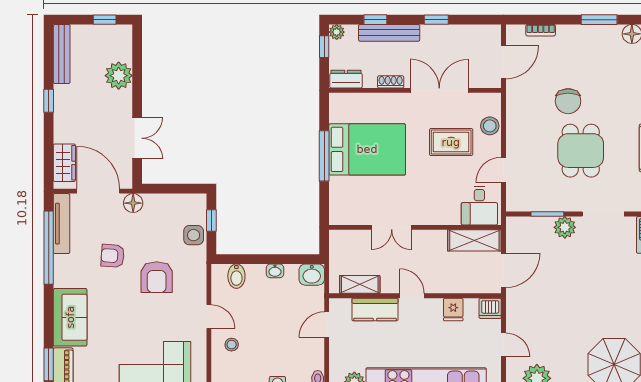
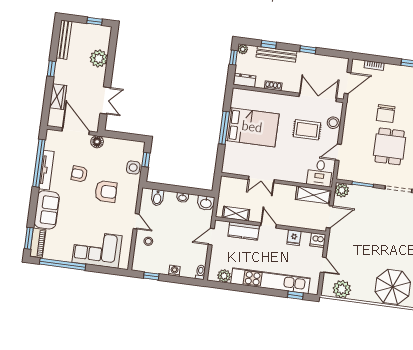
double door: (439, 90) -> (318, 97), moved
wardrobe: (64, 163) -> (58, 97), moved
tv unit: (61, 224) -> (46, 170), moved
plant: (565, 227) -> (342, 190), moved
armchair: (157, 277) -> (106, 191), turned -90

